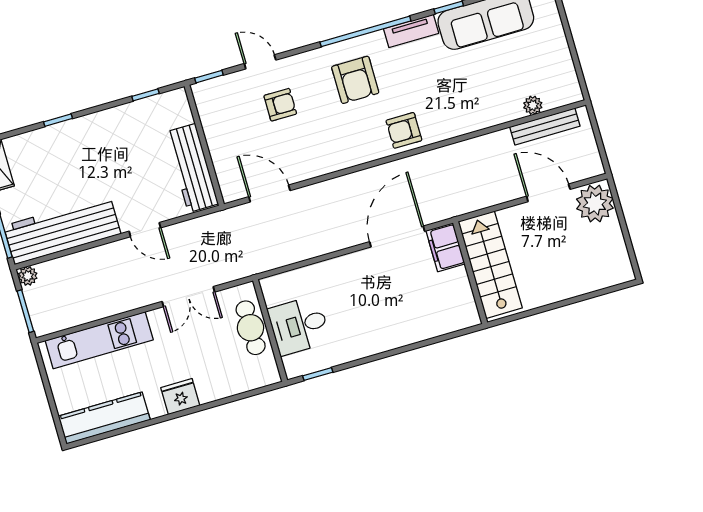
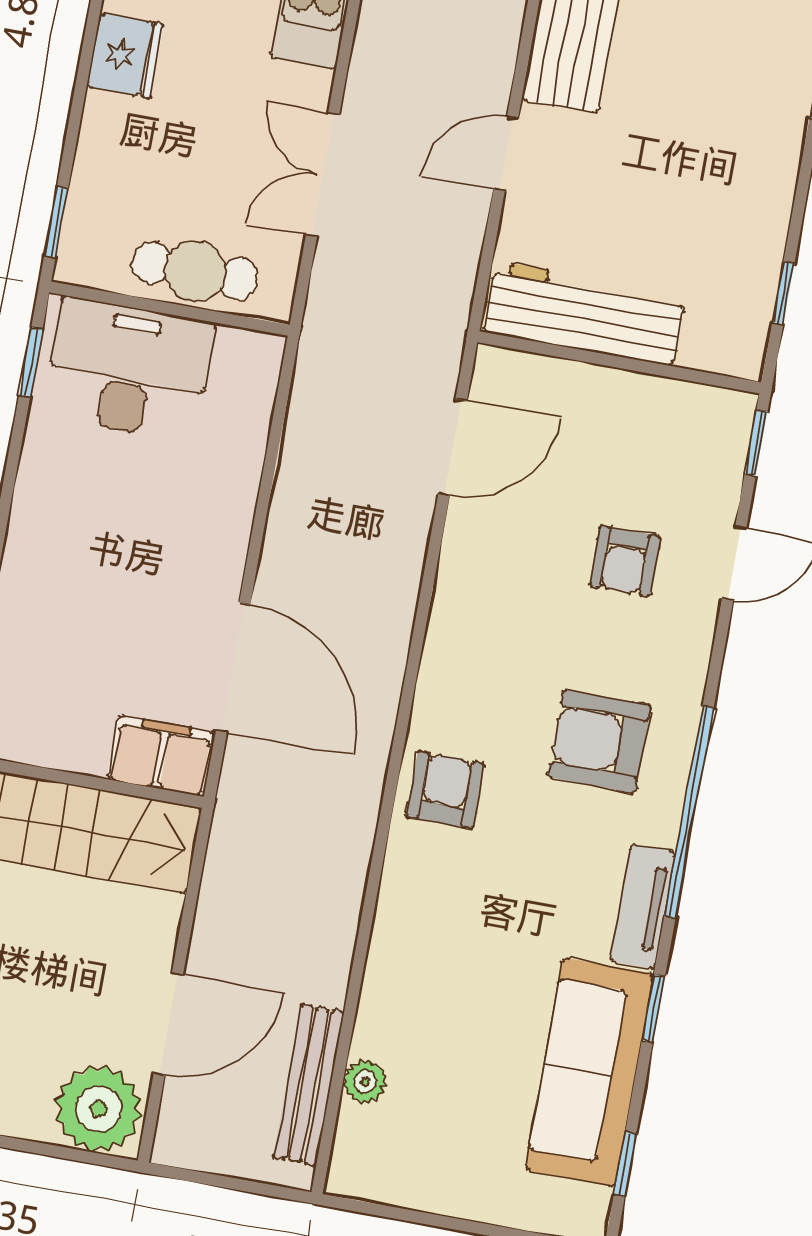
desk: (299, 325) -> (129, 370), width x1.37
window: (258, 391) -> (56, 222), added

